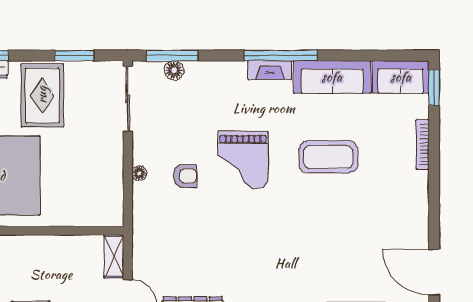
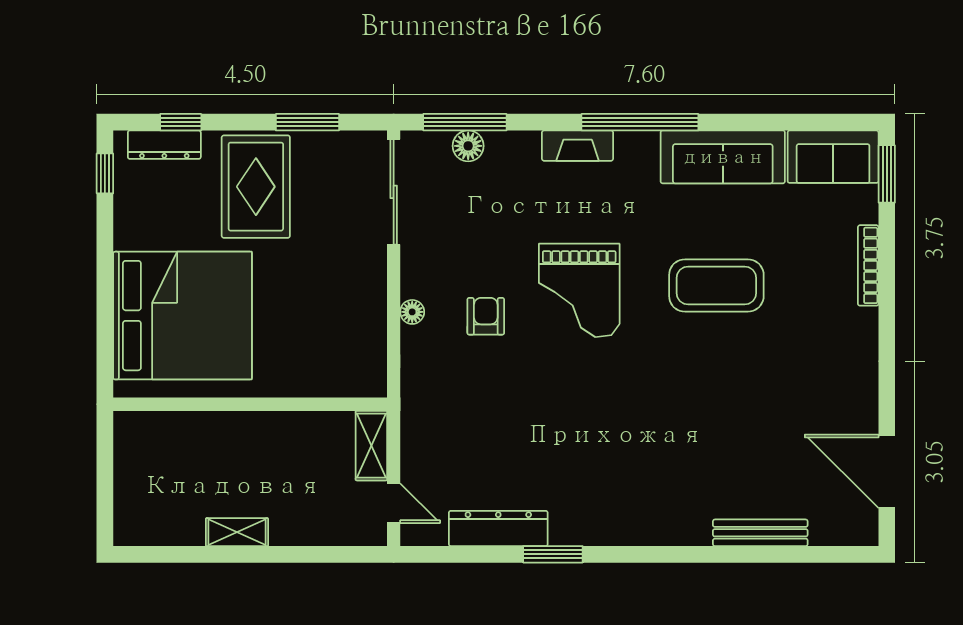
fireplace: (270, 70) -> (578, 146), moved
armchair: (185, 176) -> (486, 316), turned -90

